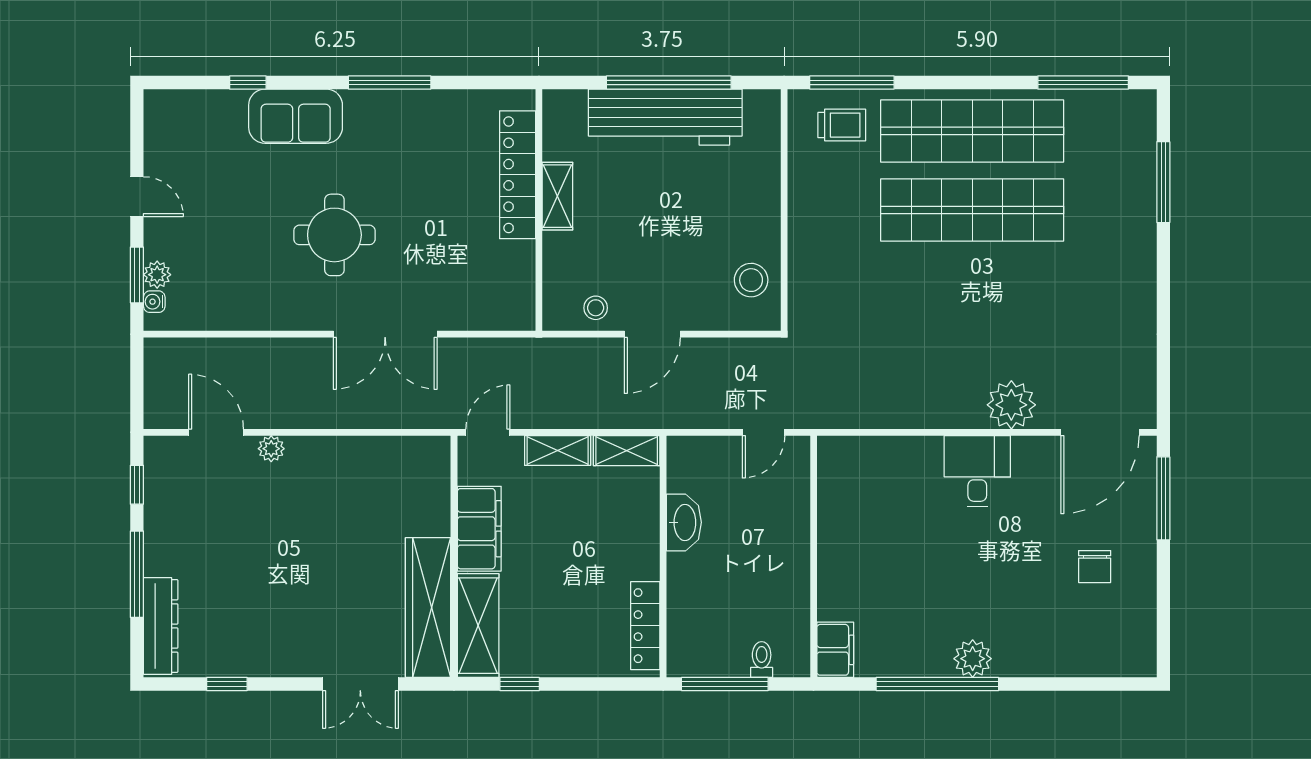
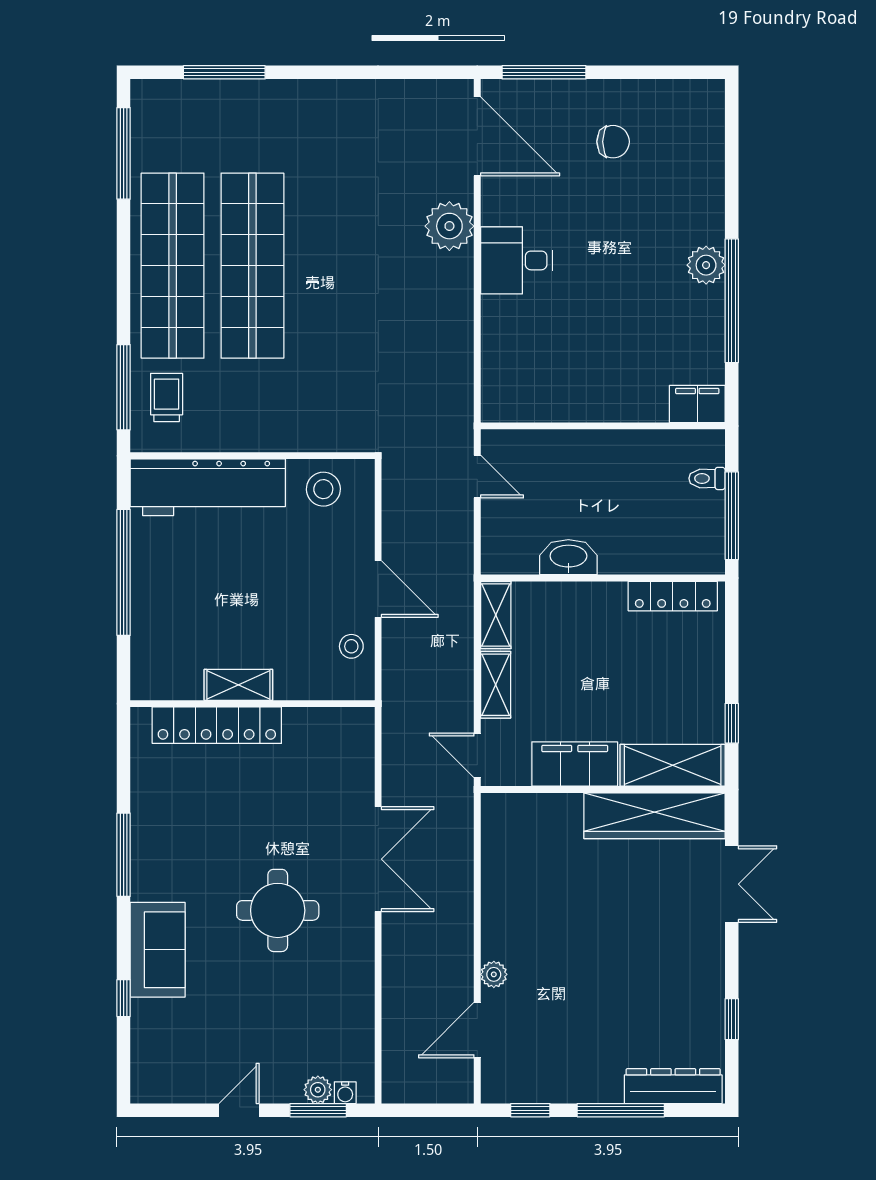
workbench: (665, 117) -> (208, 487), moved, turned 90

